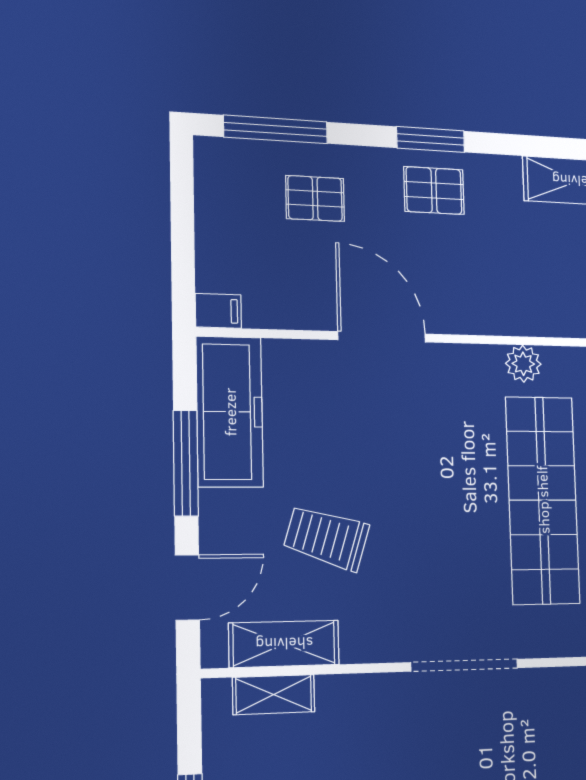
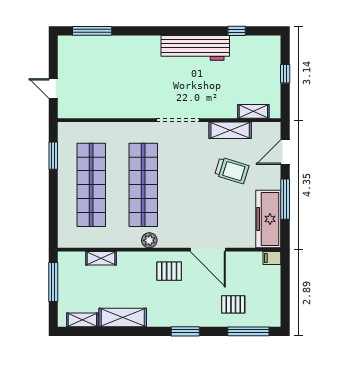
pallet: (434, 191) -> (169, 271), moved
shelving: (284, 644) -> (230, 130), moved

